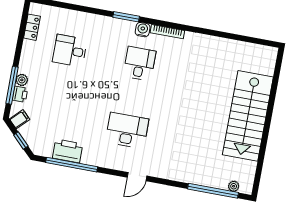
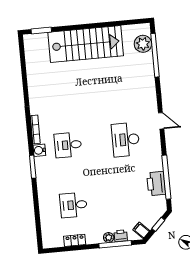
locker: (32, 27) -> (75, 240), moved
desk: (70, 51) -> (74, 205), turned 90
window: (277, 70) -> (41, 30), added
plant: (234, 186) -> (143, 44), width x1.87, depth x1.87

